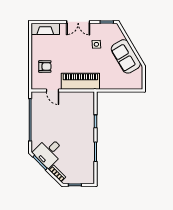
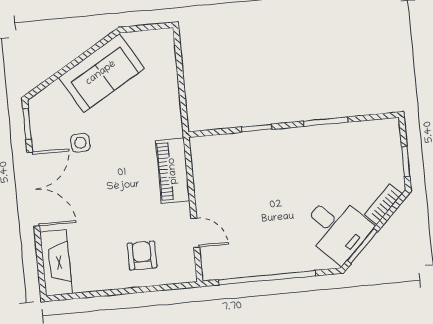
double door: (78, 22) -> (33, 189), width x1.37
piano: (80, 81) -> (173, 171), width x0.73, depth x0.75
door: (53, 91) -> (195, 233), hinge flipped

